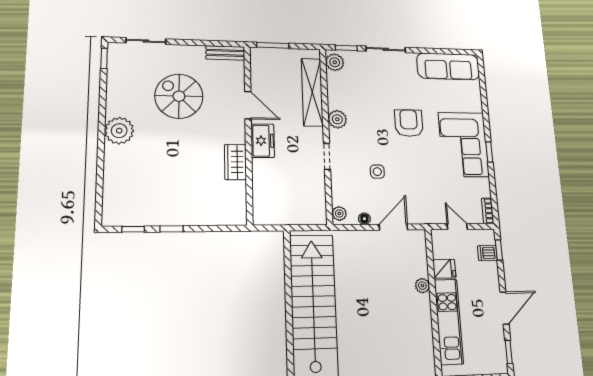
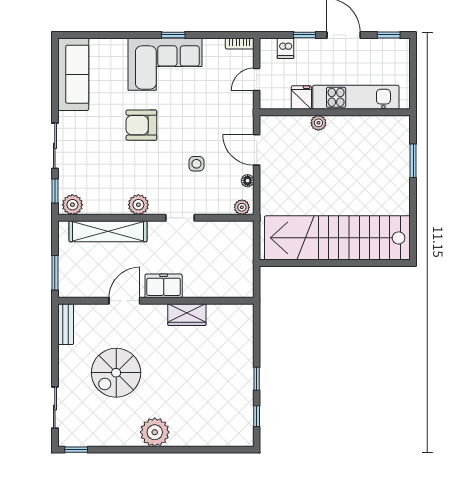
window: (499, 250) -> (305, 35), moved

